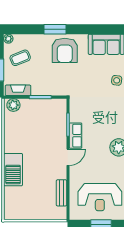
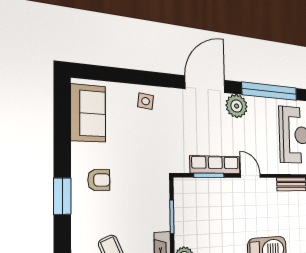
armchair: (65, 50) -> (99, 180), width x0.53, depth x0.53
row of seats: (76, 136) -> (215, 165), width x1.48

